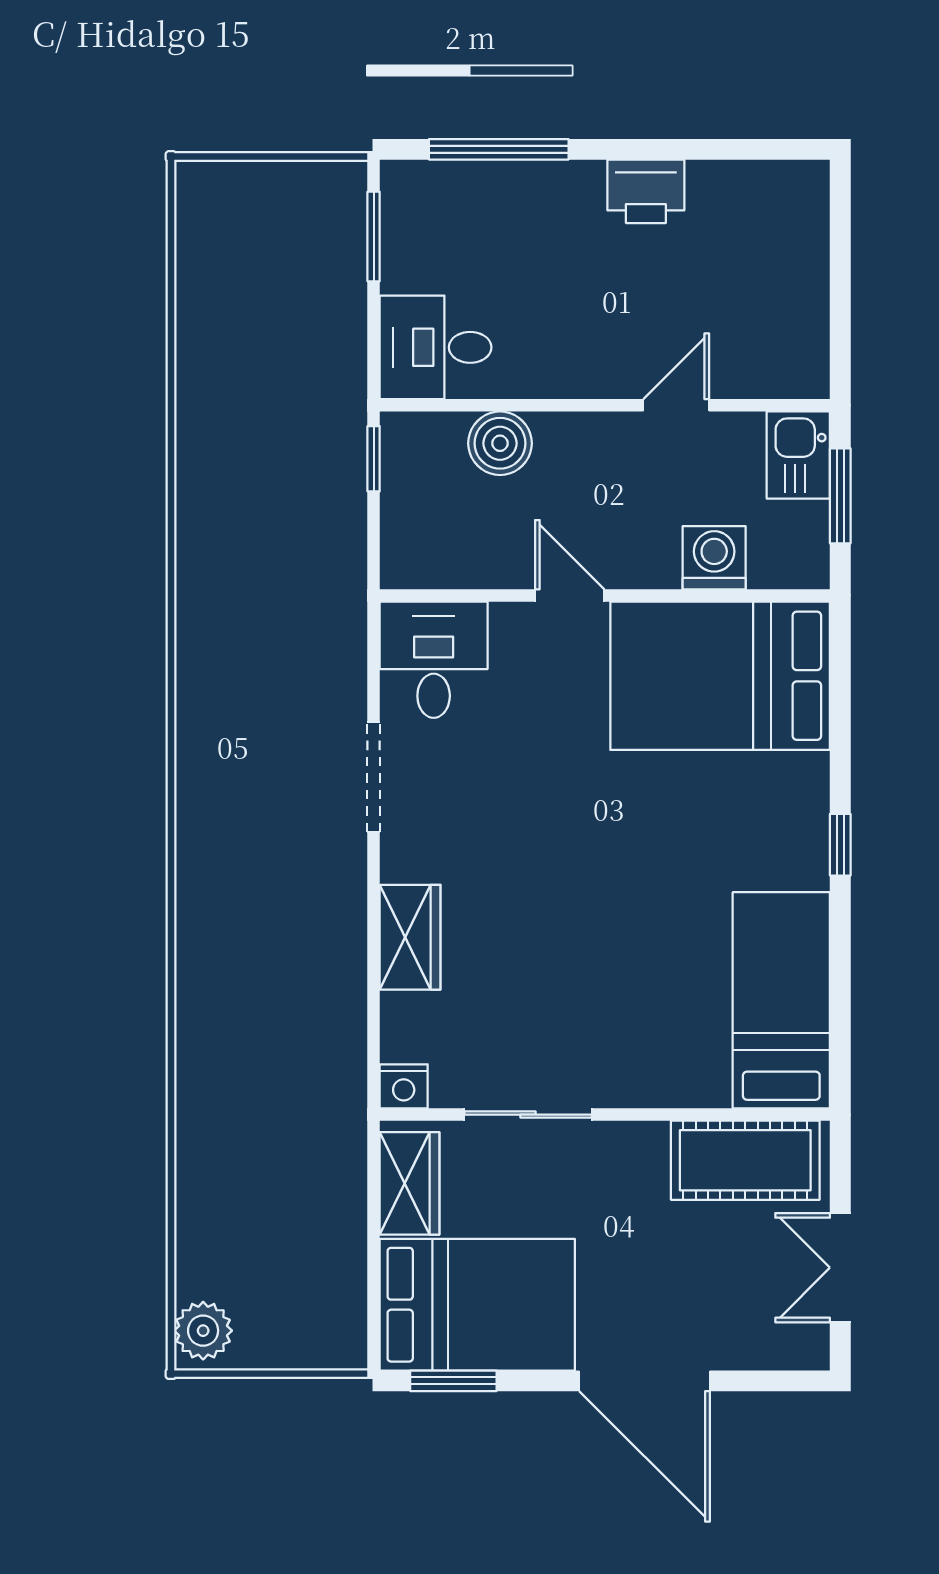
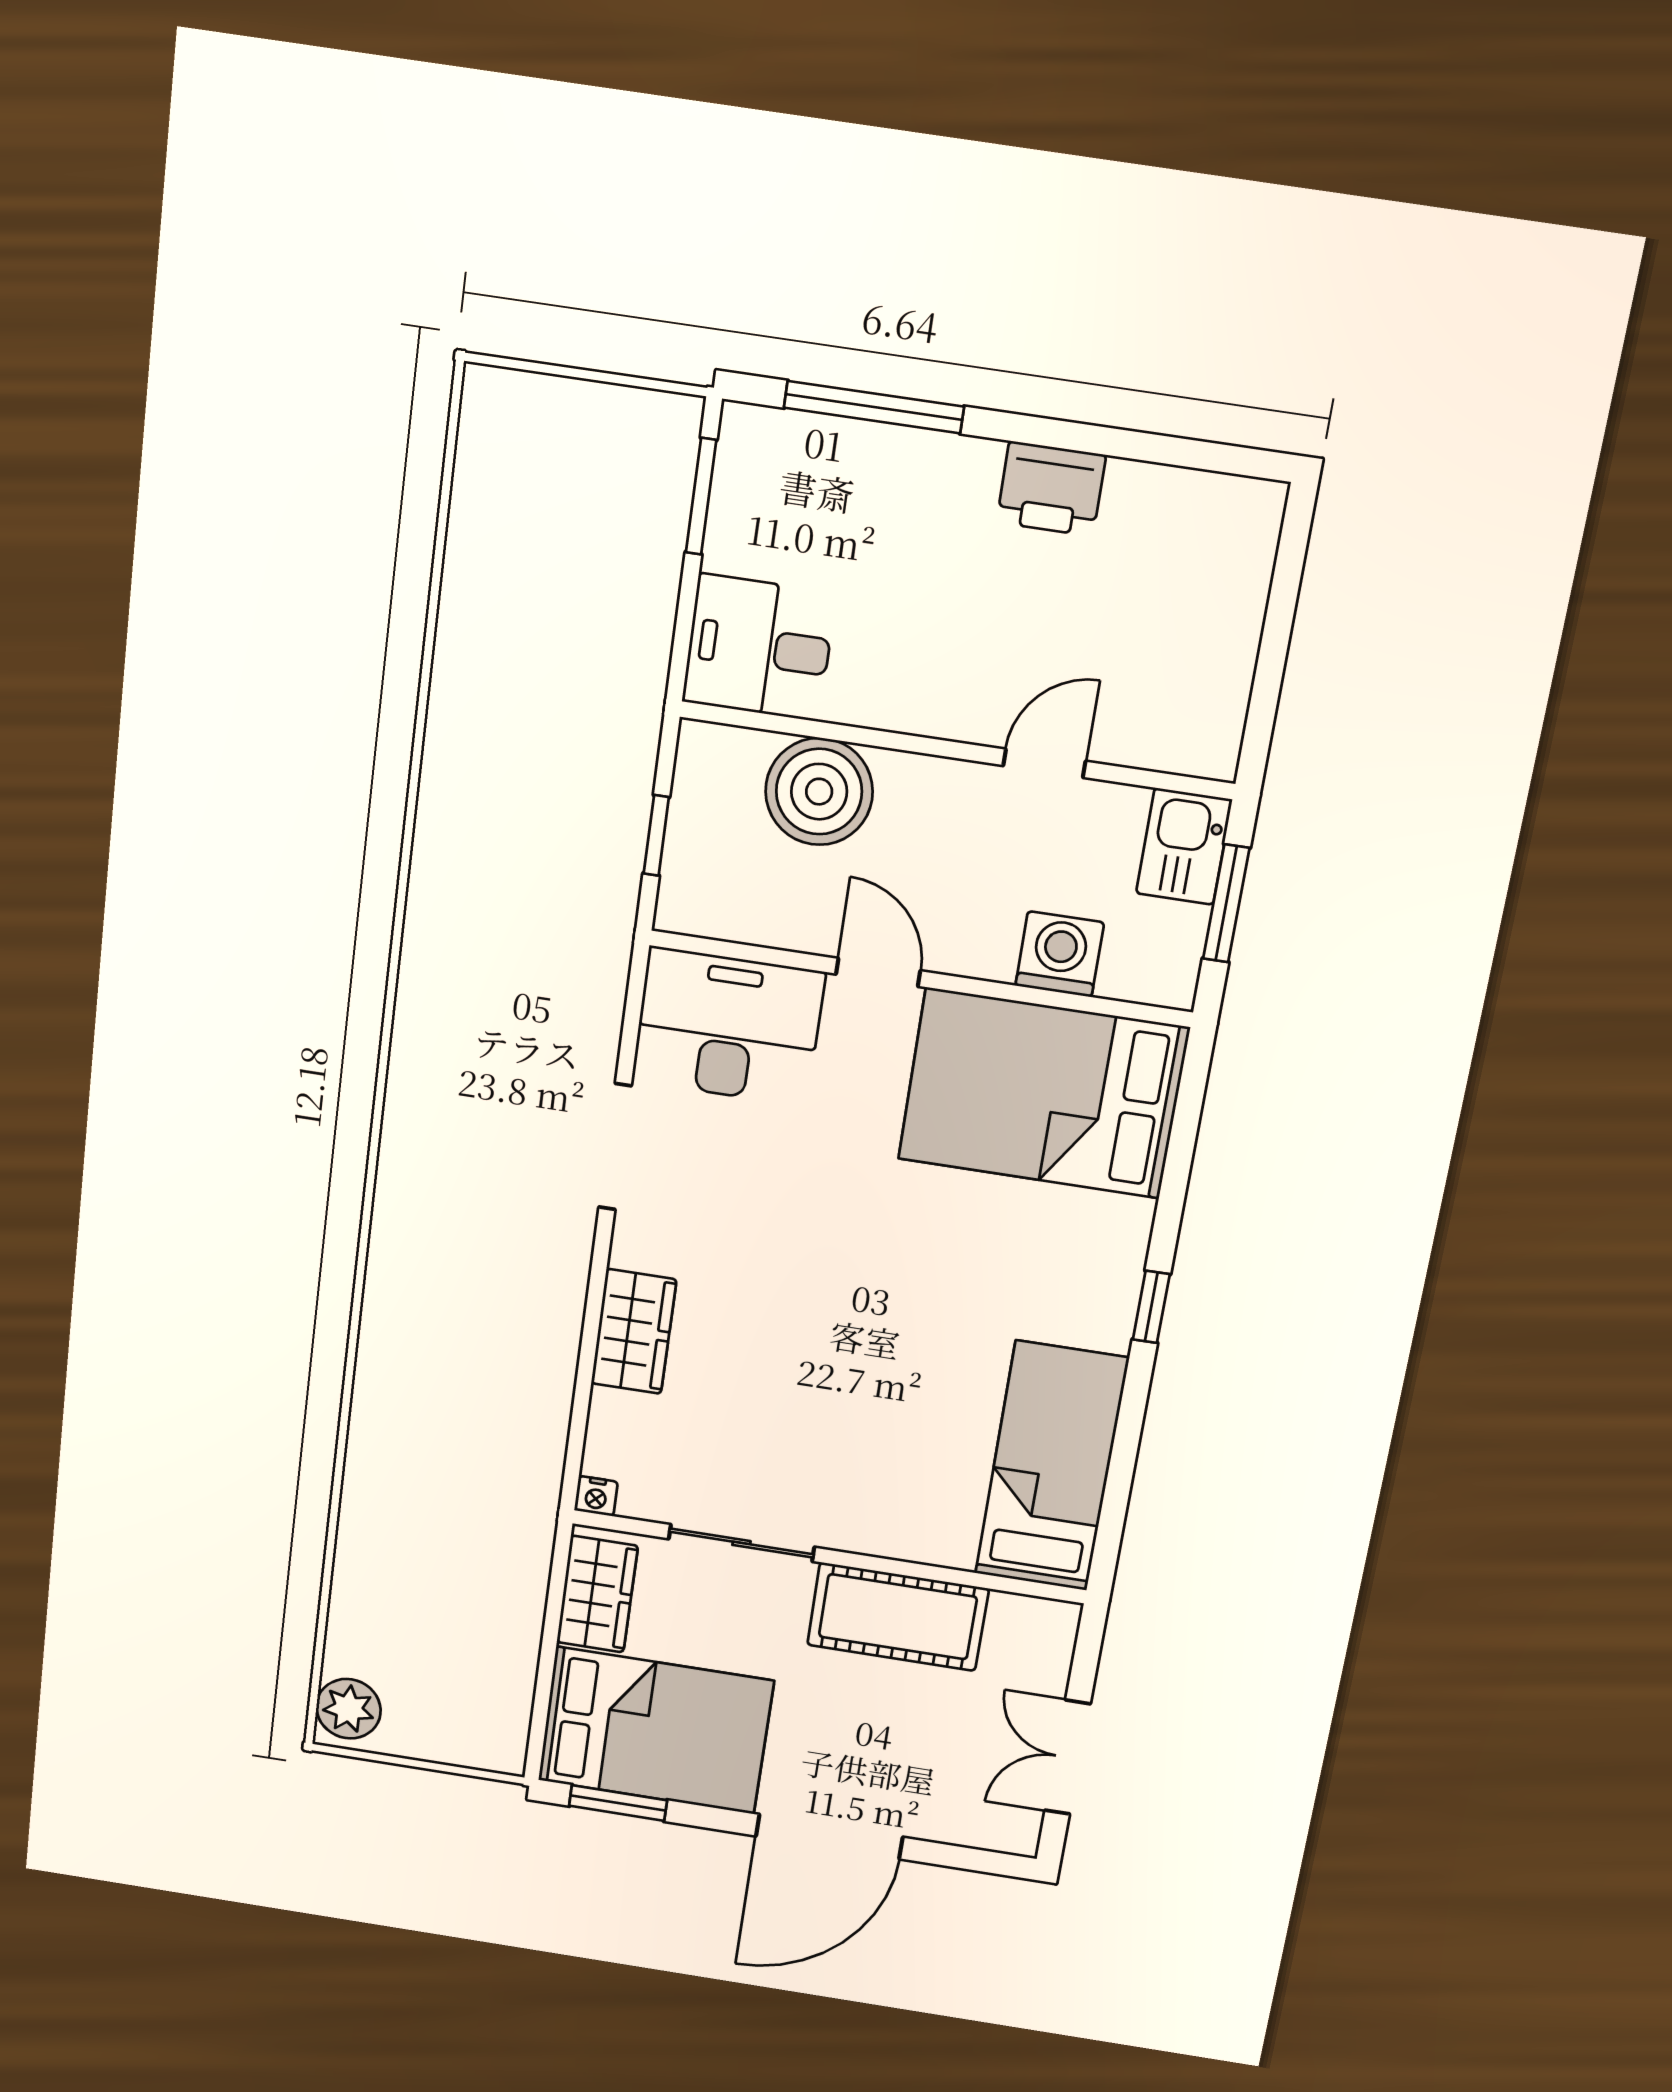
boiler: (500, 443) -> (819, 792), width x1.37, depth x1.37
window: (374, 459) -> (656, 835), moved
desk: (434, 660) -> (728, 1026), width x1.37
nightstand: (404, 1086) -> (596, 1496), width x0.72, depth x0.74
cot: (745, 1160) -> (898, 1617), moved
door: (644, 1381) -> (829, 1837), hinge flipped

